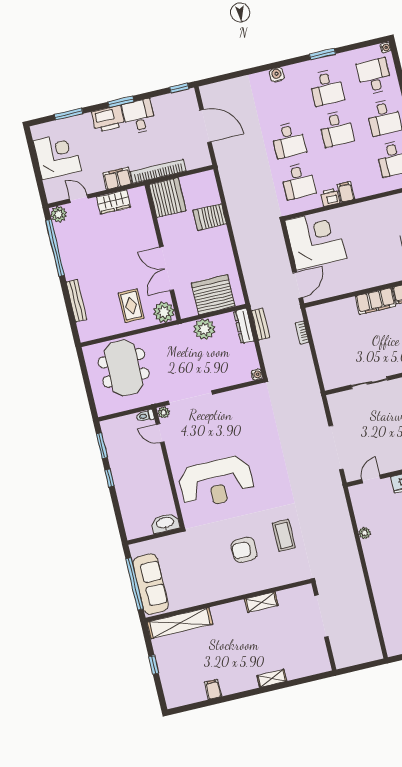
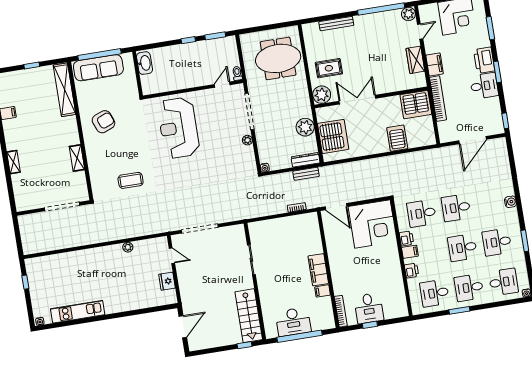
printer: (368, 188) -> (412, 271), added
plant: (164, 412) -> (247, 140), moved
washbasin: (165, 523) -> (145, 63), moved
armchair: (244, 550) -> (103, 122), moved, turned 69

